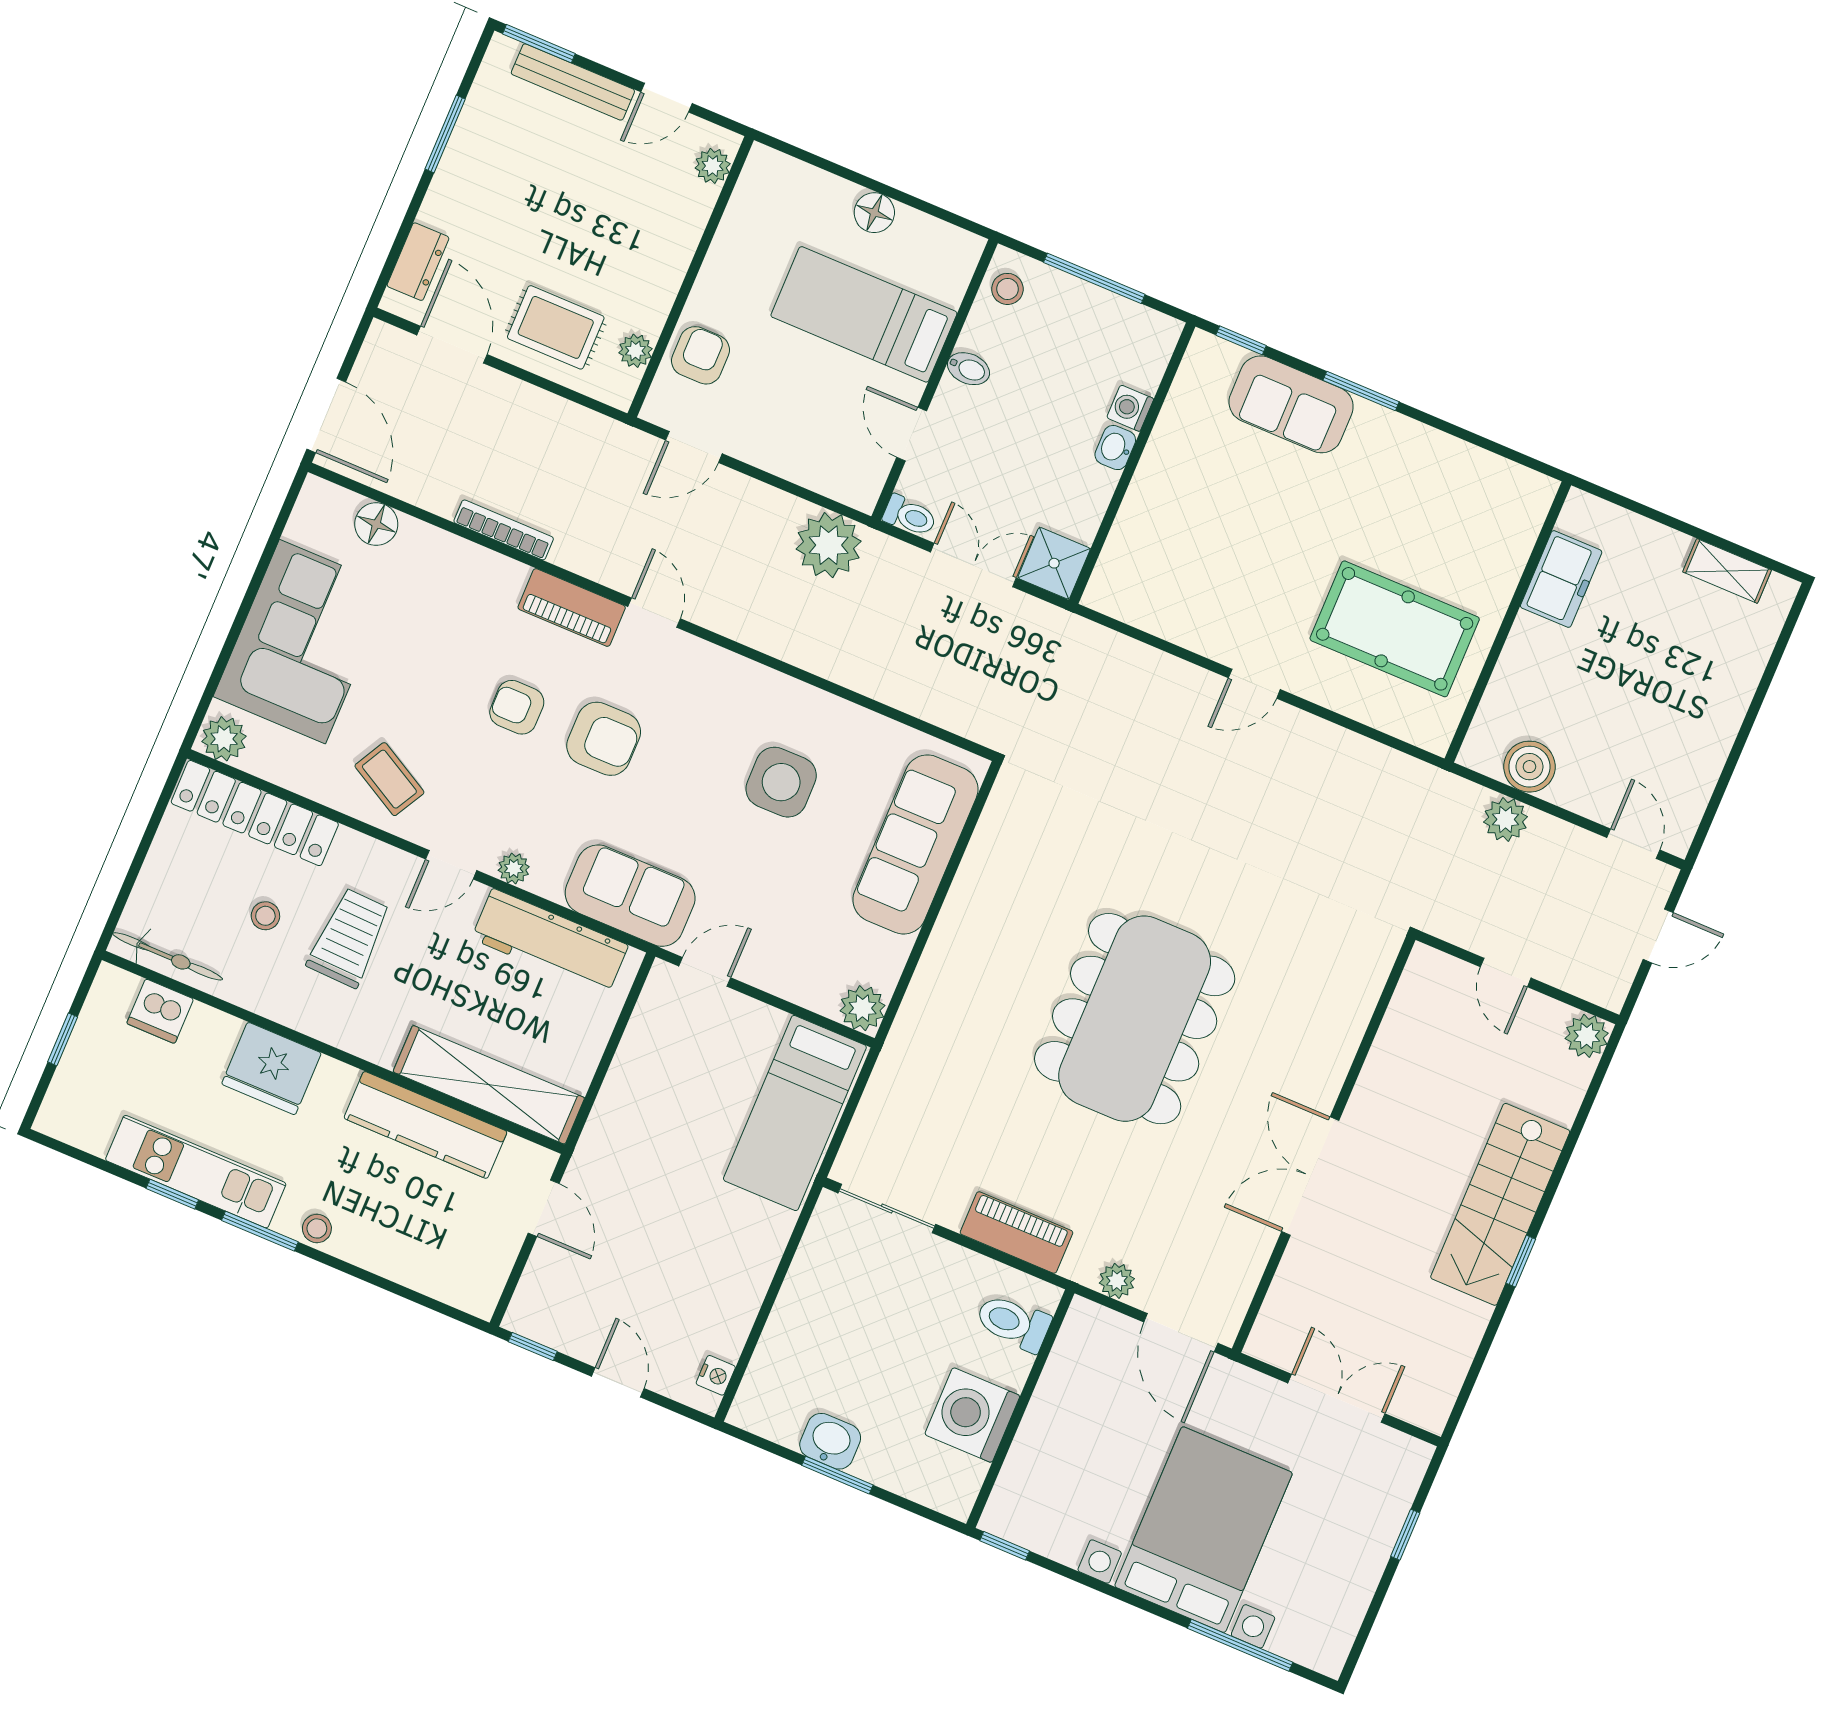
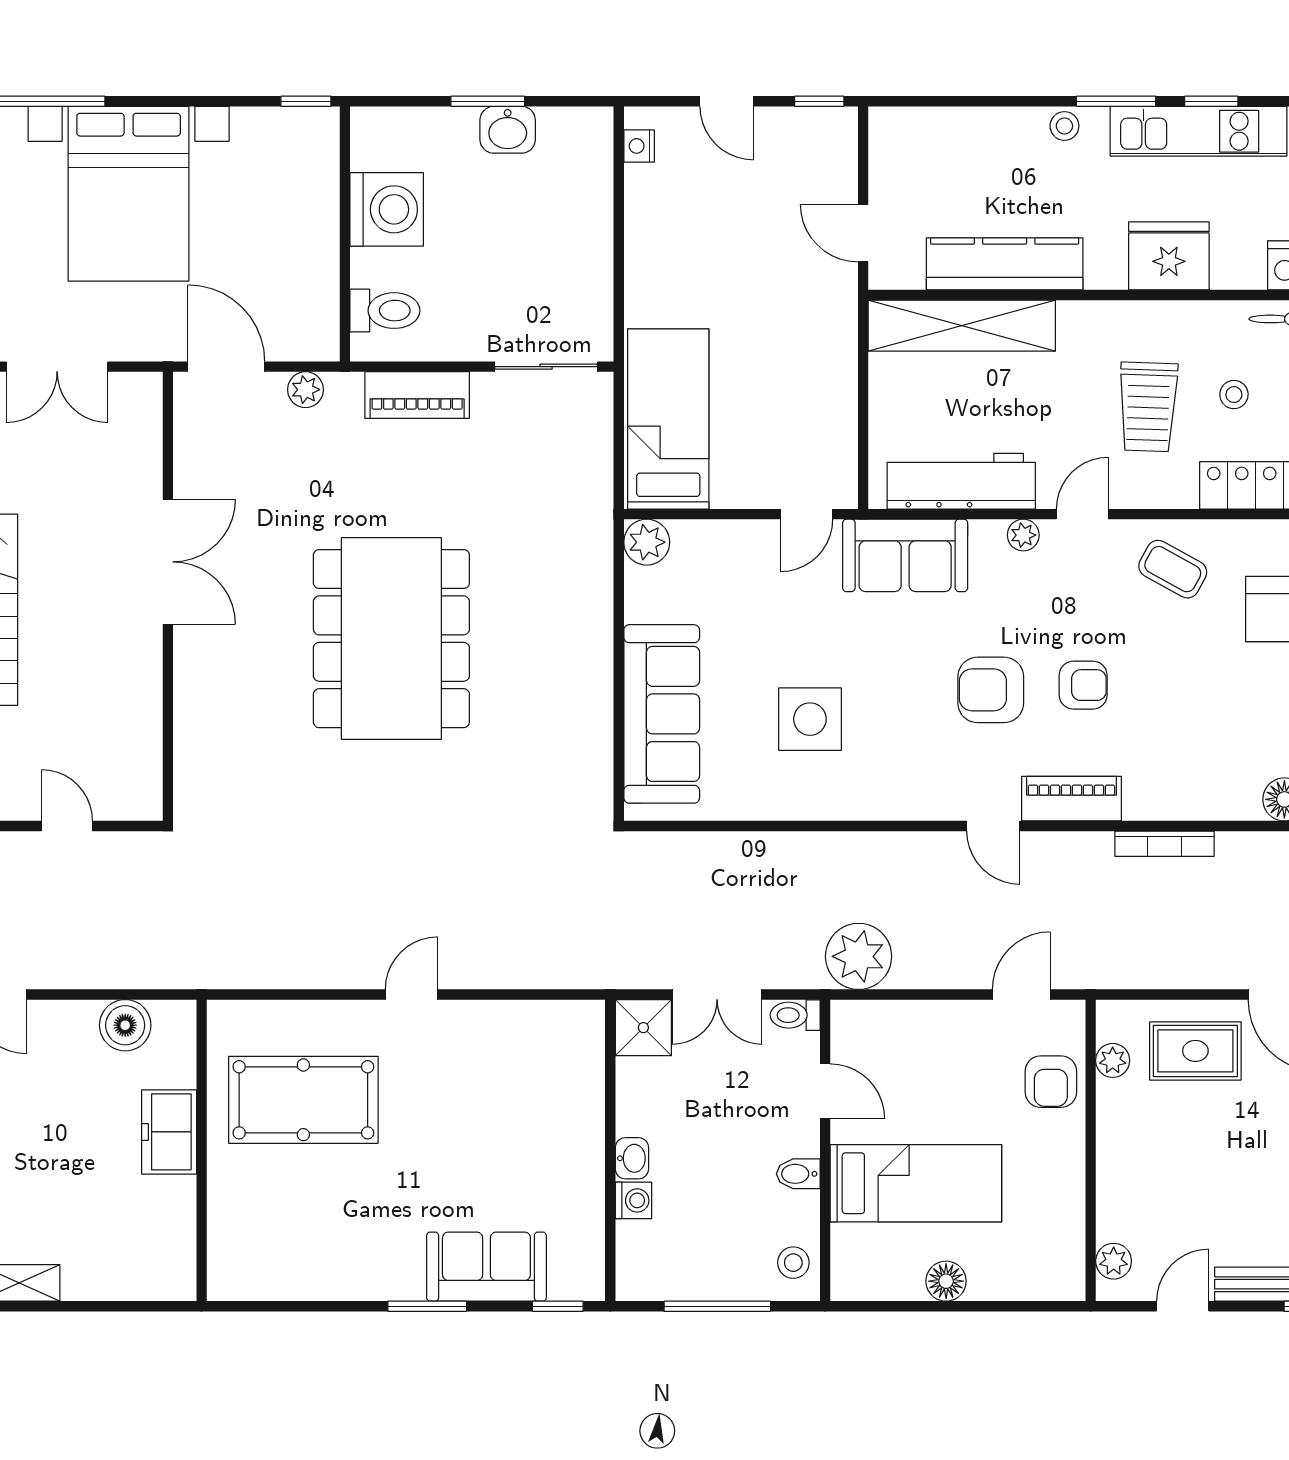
freezer: (1561, 579) -> (169, 1132), moved
plant: (1506, 819) -> (127, 967), removed

